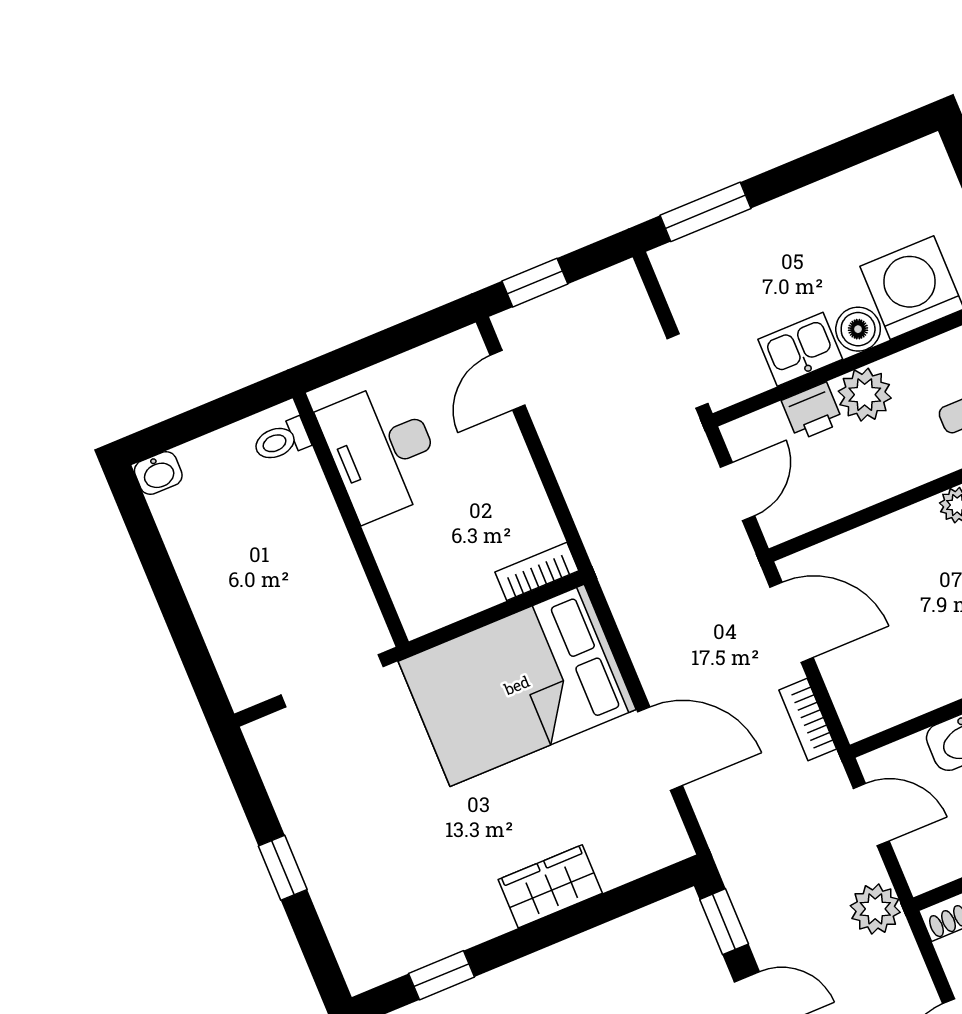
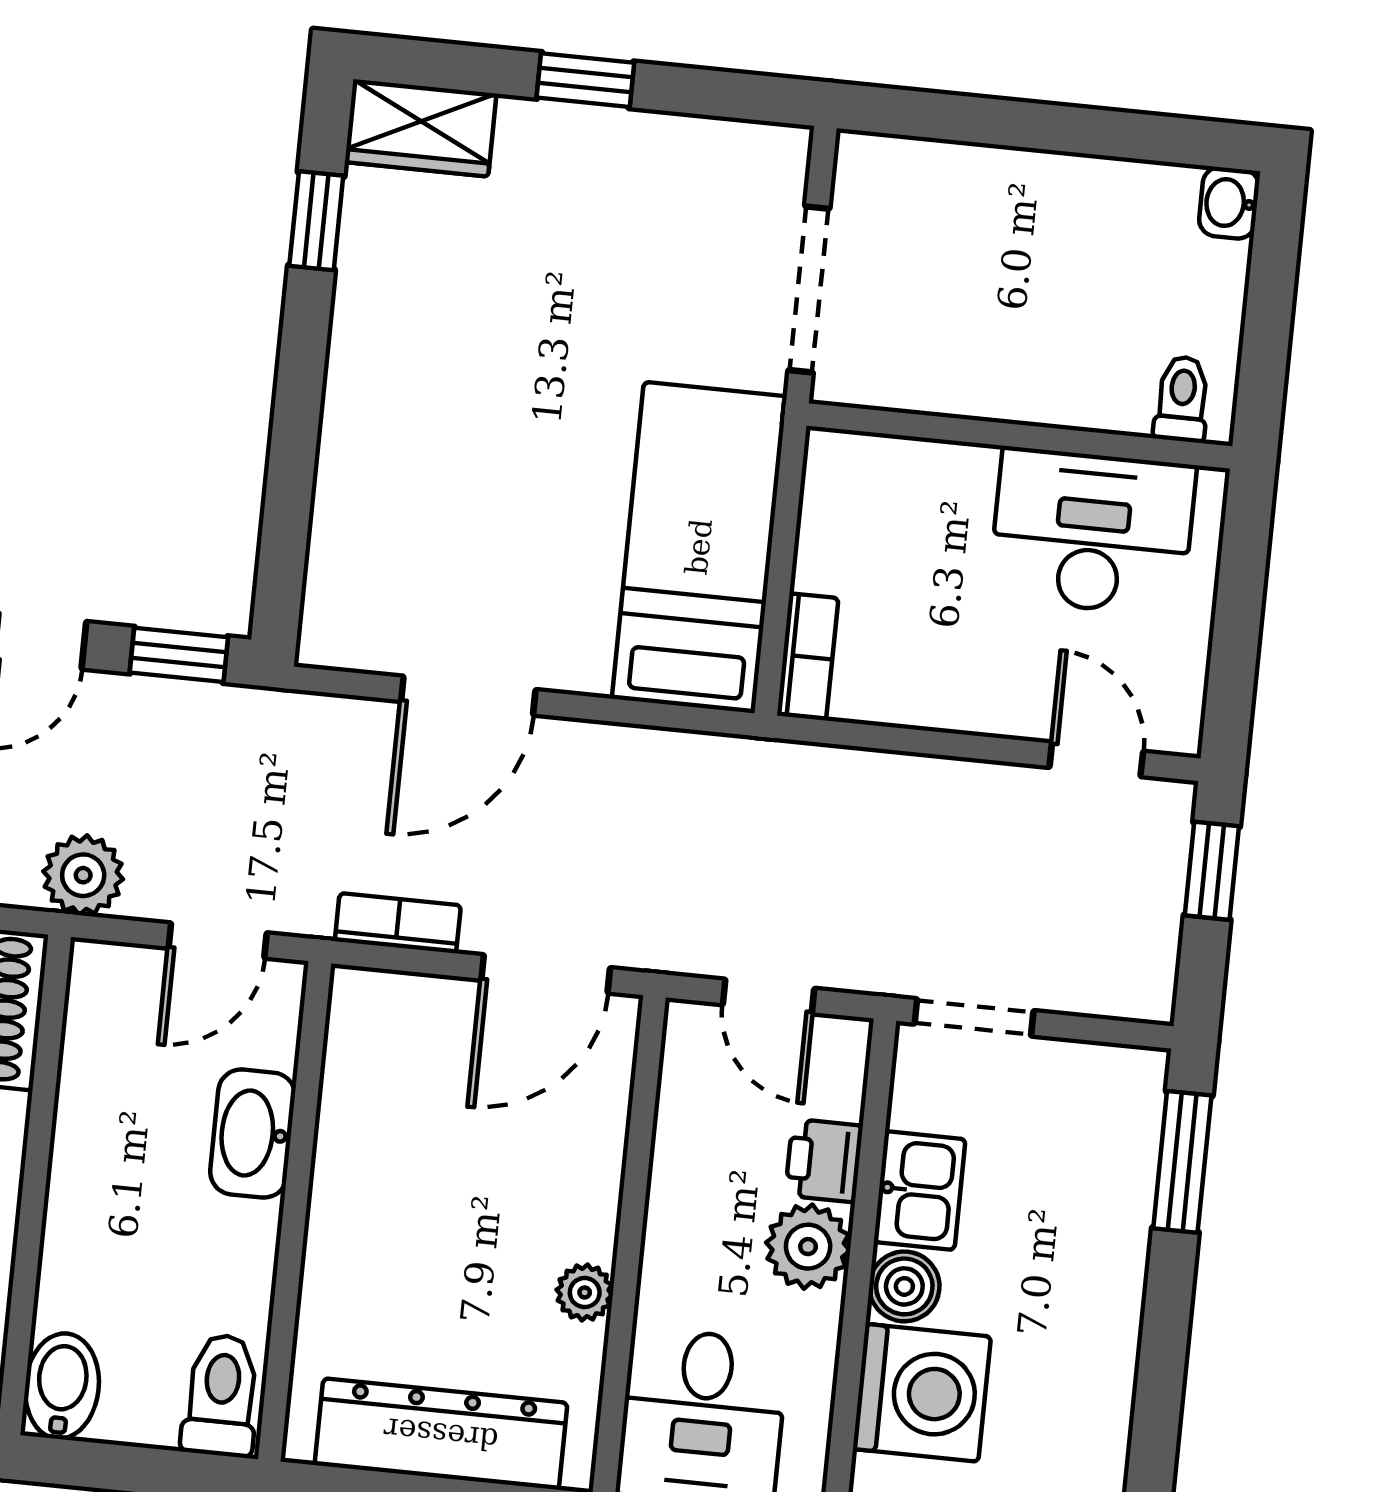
bed: (517, 685) -> (699, 547), width x0.67
wardrobe: (550, 886) -> (421, 128), moved, turned 90

